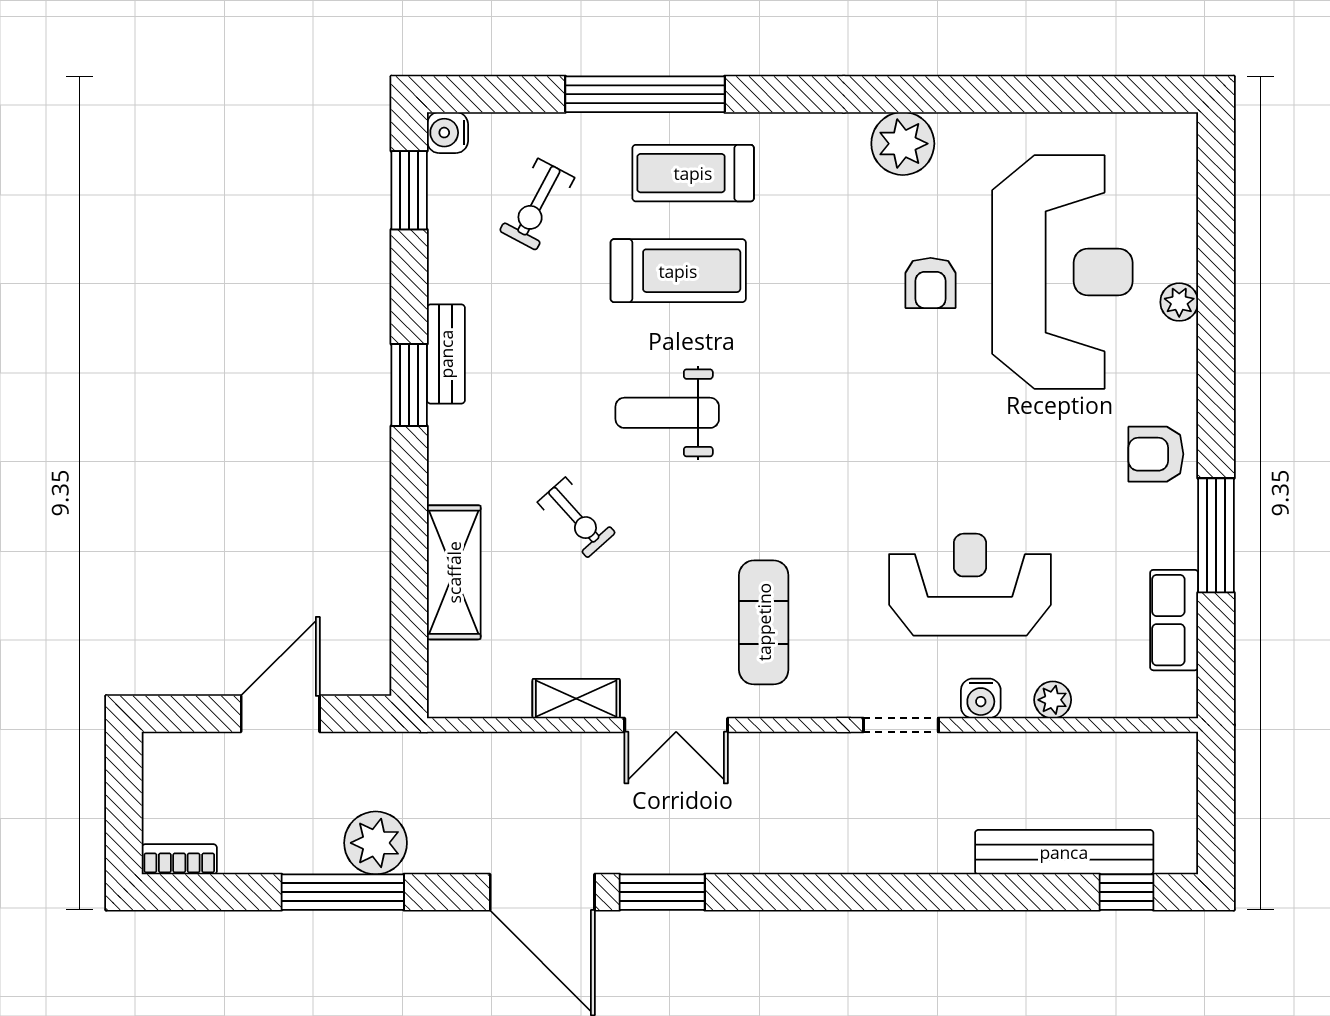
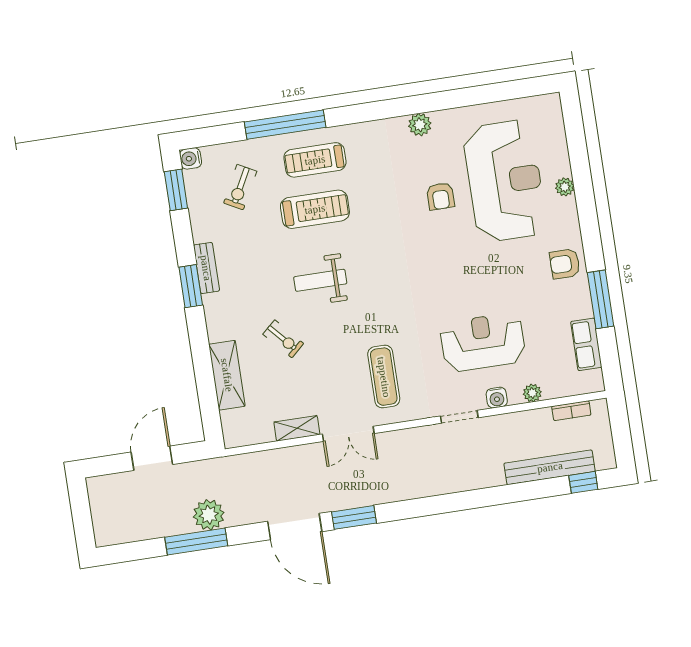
plant: (903, 144) -> (420, 125), width x0.73, depth x0.73
bookcase: (179, 859) -> (571, 411), moved, turned 180

